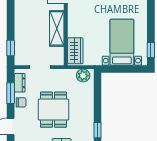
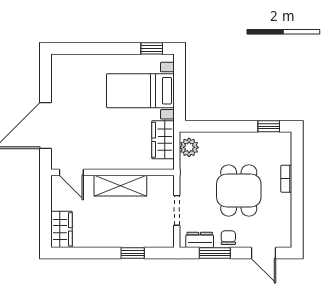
window: (11, 48) -> (133, 253), moved
wardrobe: (75, 51) -> (163, 140), moved, turned -90
dining table: (53, 110) -> (239, 190), turned 90

